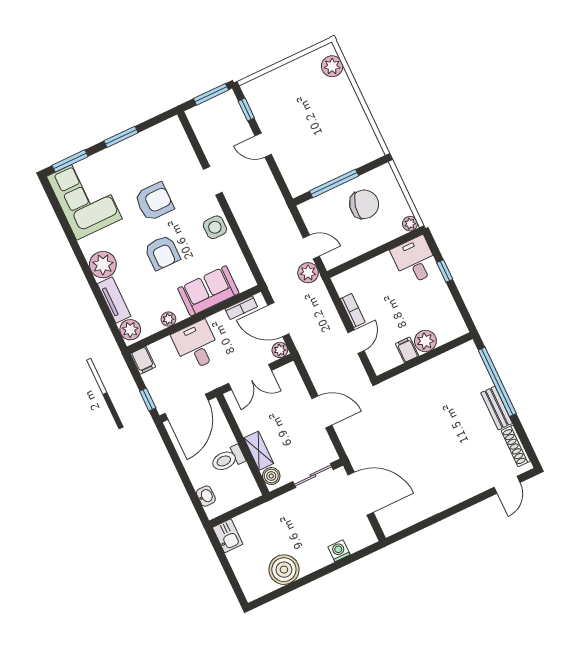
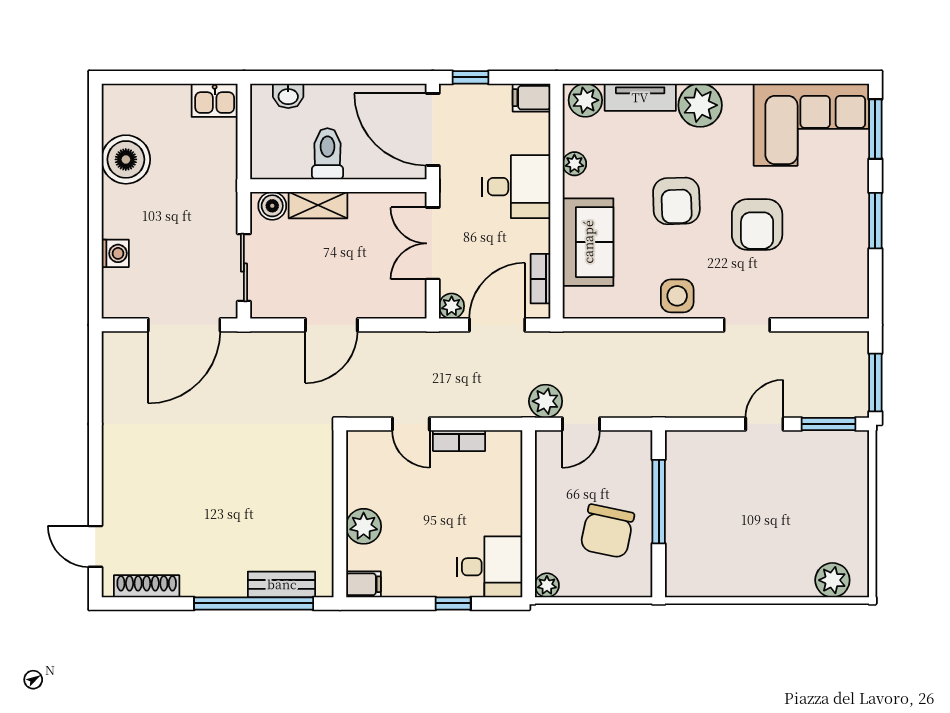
window: (246, 109) -> (828, 424), width x1.50
armchair: (162, 253) -> (676, 201), turned -92
filing cabinet: (407, 350) -> (363, 584), moved
bench: (497, 408) -> (282, 584), moved

